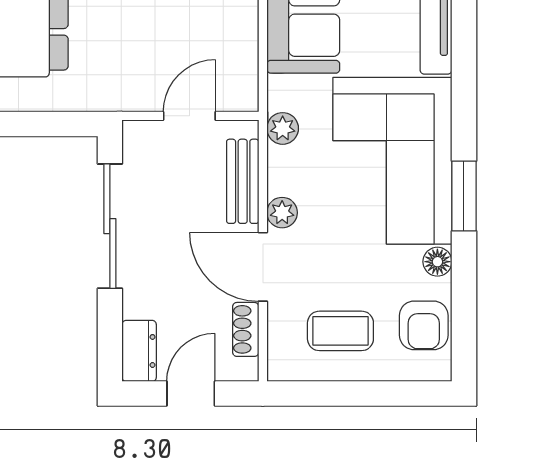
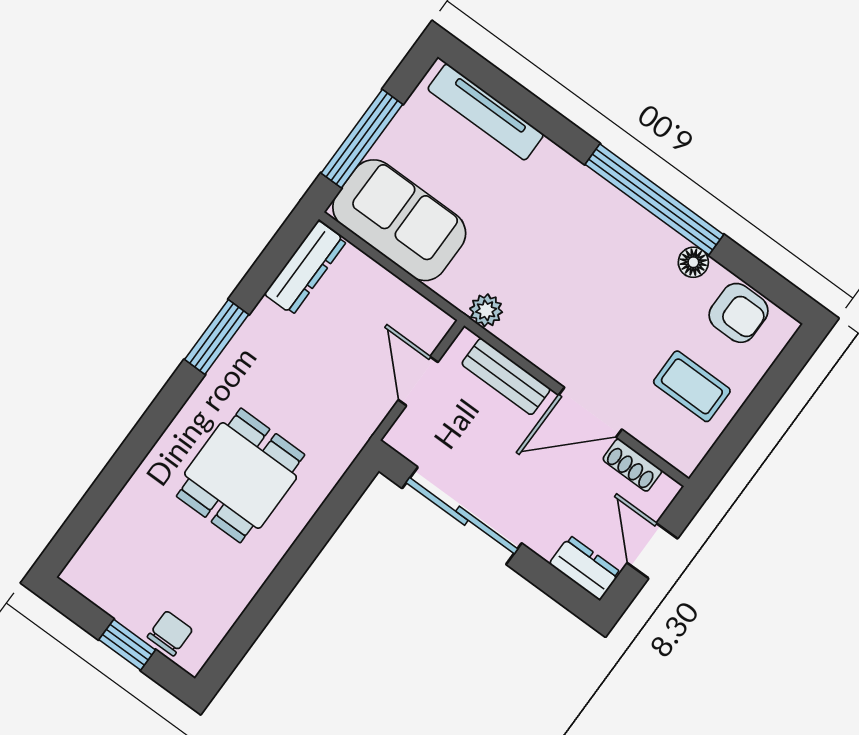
corner sofa: (392, 161) -> (581, 238), removed
window: (464, 196) -> (654, 199), width x2.11
plant: (282, 213) -> (557, 363), removed
coffee table: (340, 331) -> (692, 386), turned 90

